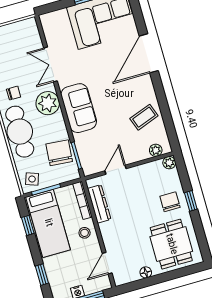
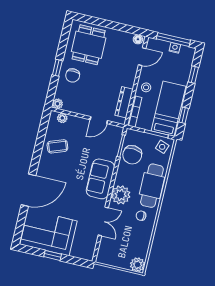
floor lamp: (146, 272) -> (138, 39), moved

